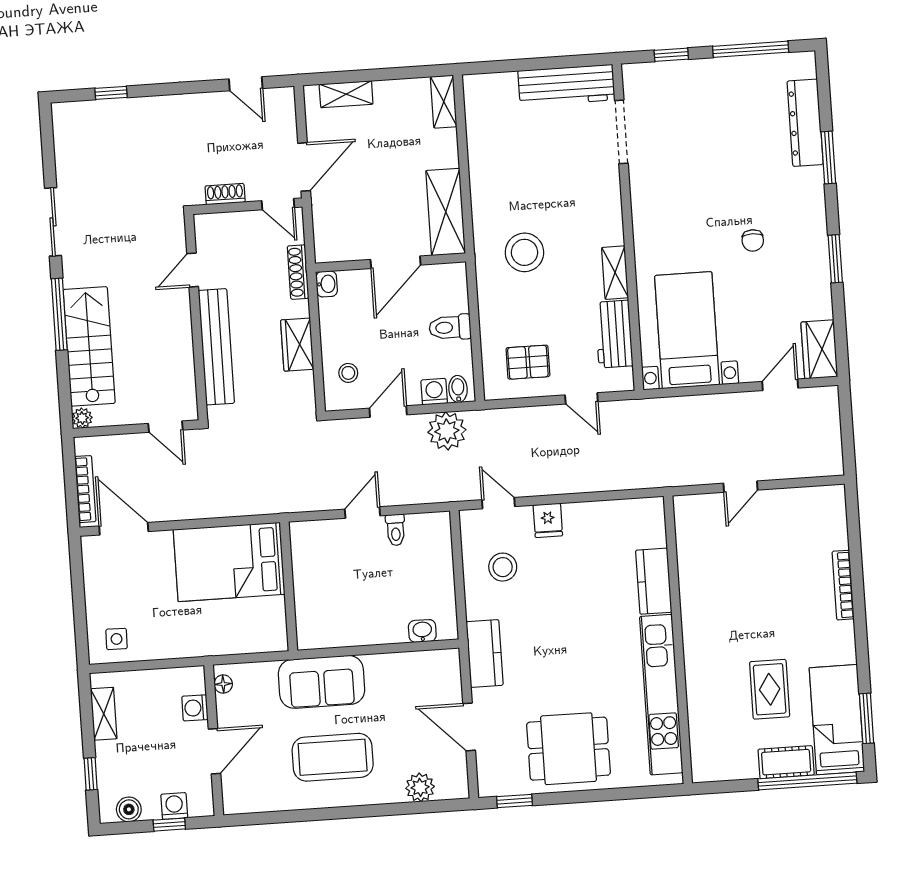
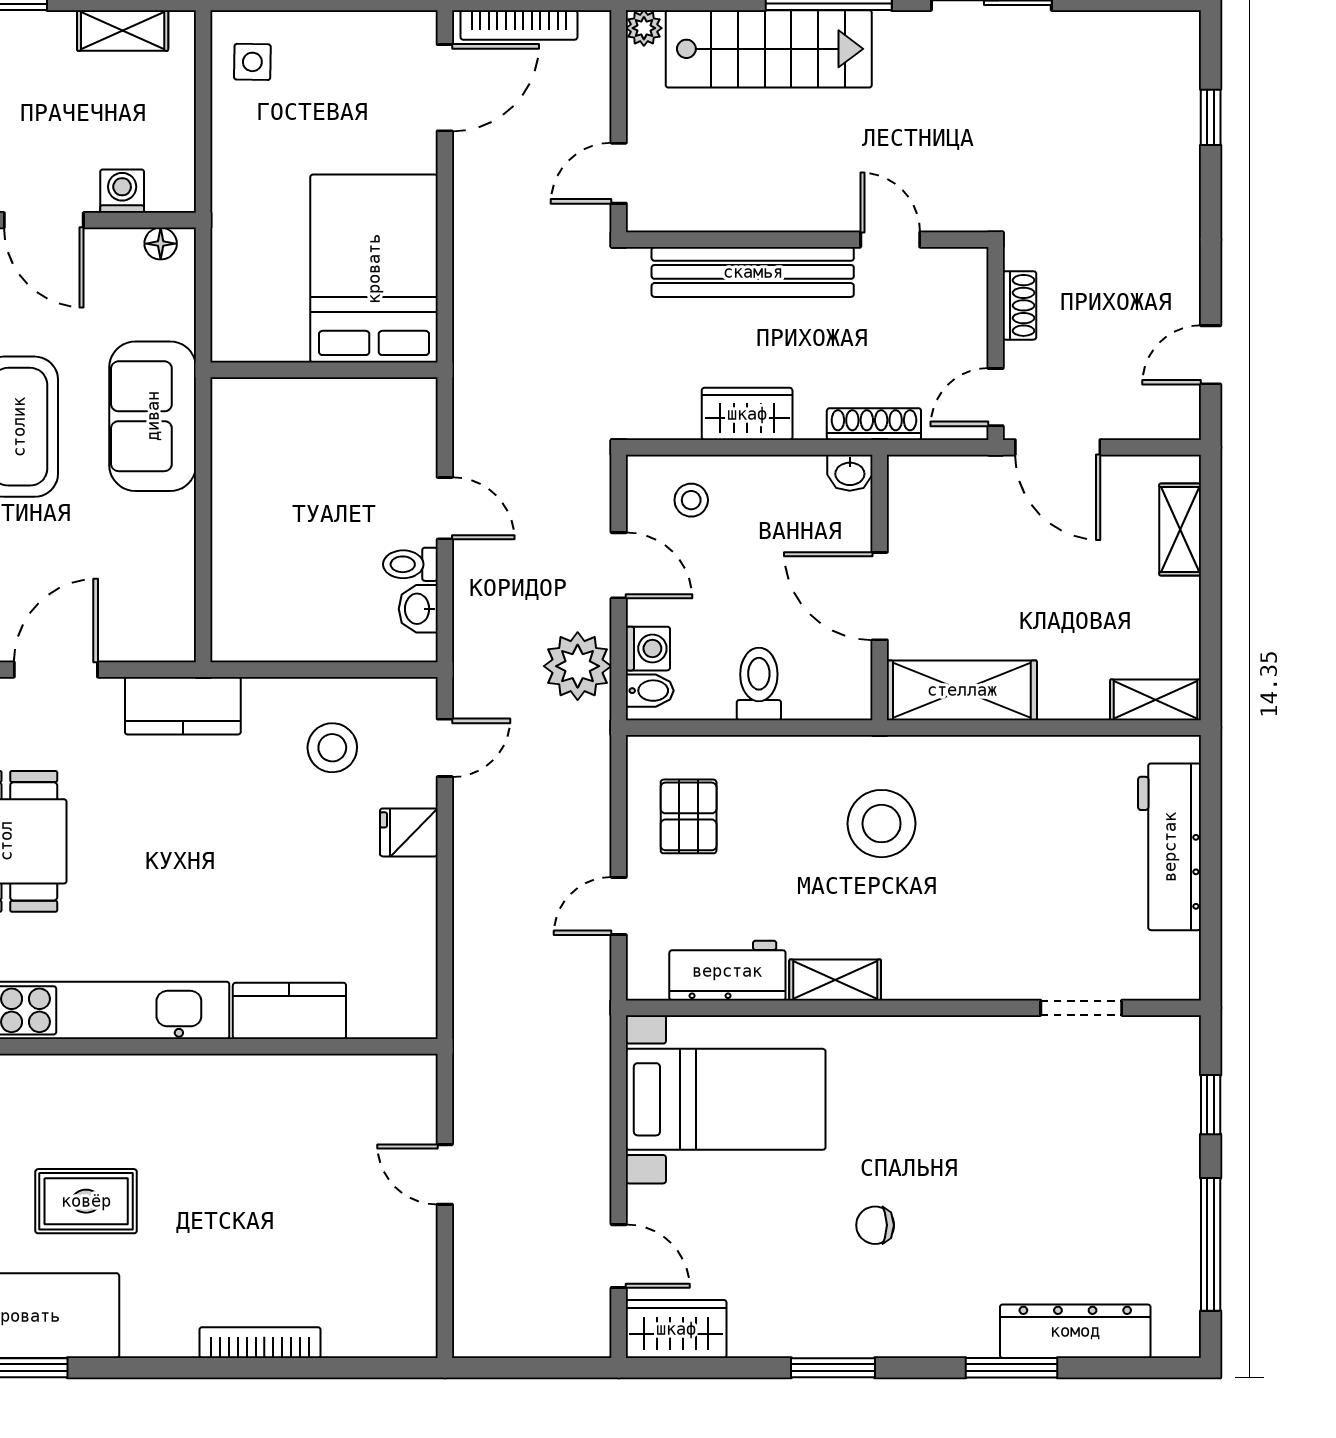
workbench: (566, 85) -> (1170, 847), moved
doorway: (621, 132) -> (1081, 1008), width x0.73
washbasin: (422, 631) -> (418, 609), moved, turned 180

